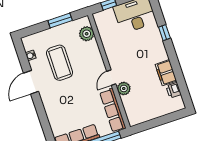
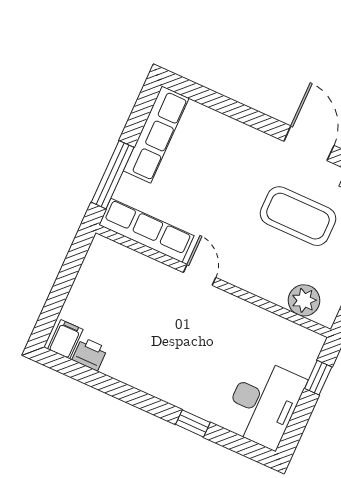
filing cabinet: (166, 73) -> (65, 339), moved, width x0.50
plant: (124, 88) -> (165, 279), removed

